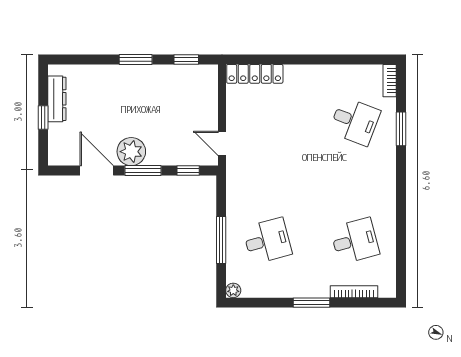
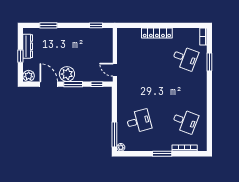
window: (136, 59) -> (48, 25), moved
locker: (255, 74) -> (157, 33), moved
plant: (59, 155) -> (29, 76), added
window: (221, 240) -> (114, 135), moved
desk: (355, 241) -> (185, 121), turned 36

